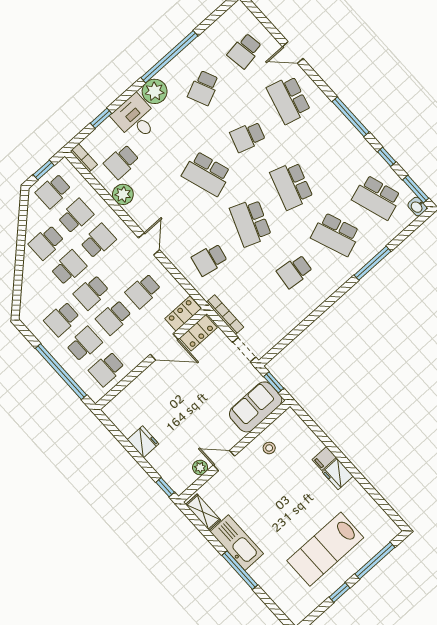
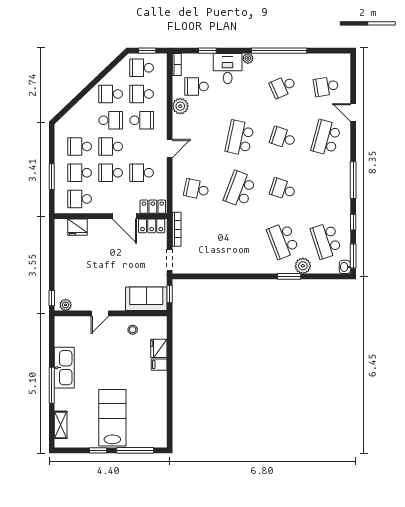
plant: (155, 91) -> (248, 58), width x0.53, depth x0.53
school desk: (207, 174) -> (240, 138), turned 30
school desk: (292, 186) -> (283, 189), width x0.54
school desk: (76, 216) -> (142, 94), turned 180
plant: (376, 241) -> (303, 266), added
window: (372, 263) -> (289, 276), width x0.69
school desk: (295, 271) -> (240, 241), removed
school desk: (84, 344) -> (80, 173), turned 180
window: (61, 372) -> (52, 177), width x0.47
fridge: (143, 442) -> (77, 227), moved, turned 90
door: (224, 461) -> (100, 313), swing flipped
plant: (200, 467) -> (66, 305), moved
fridge: (338, 474) -> (159, 348), moved
shelving: (203, 512) -> (61, 425), moved
lab bench: (325, 549) -> (112, 418), turned 90

